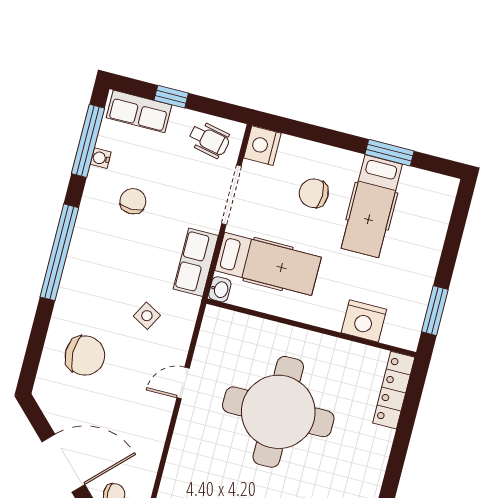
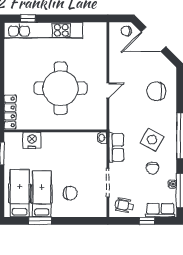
nightstand: (262, 146) -> (99, 209), removed
hospital bed: (268, 264) -> (20, 193), moved, turned 90
side table: (147, 316) -> (152, 140), moved, width x1.87, depth x1.87

